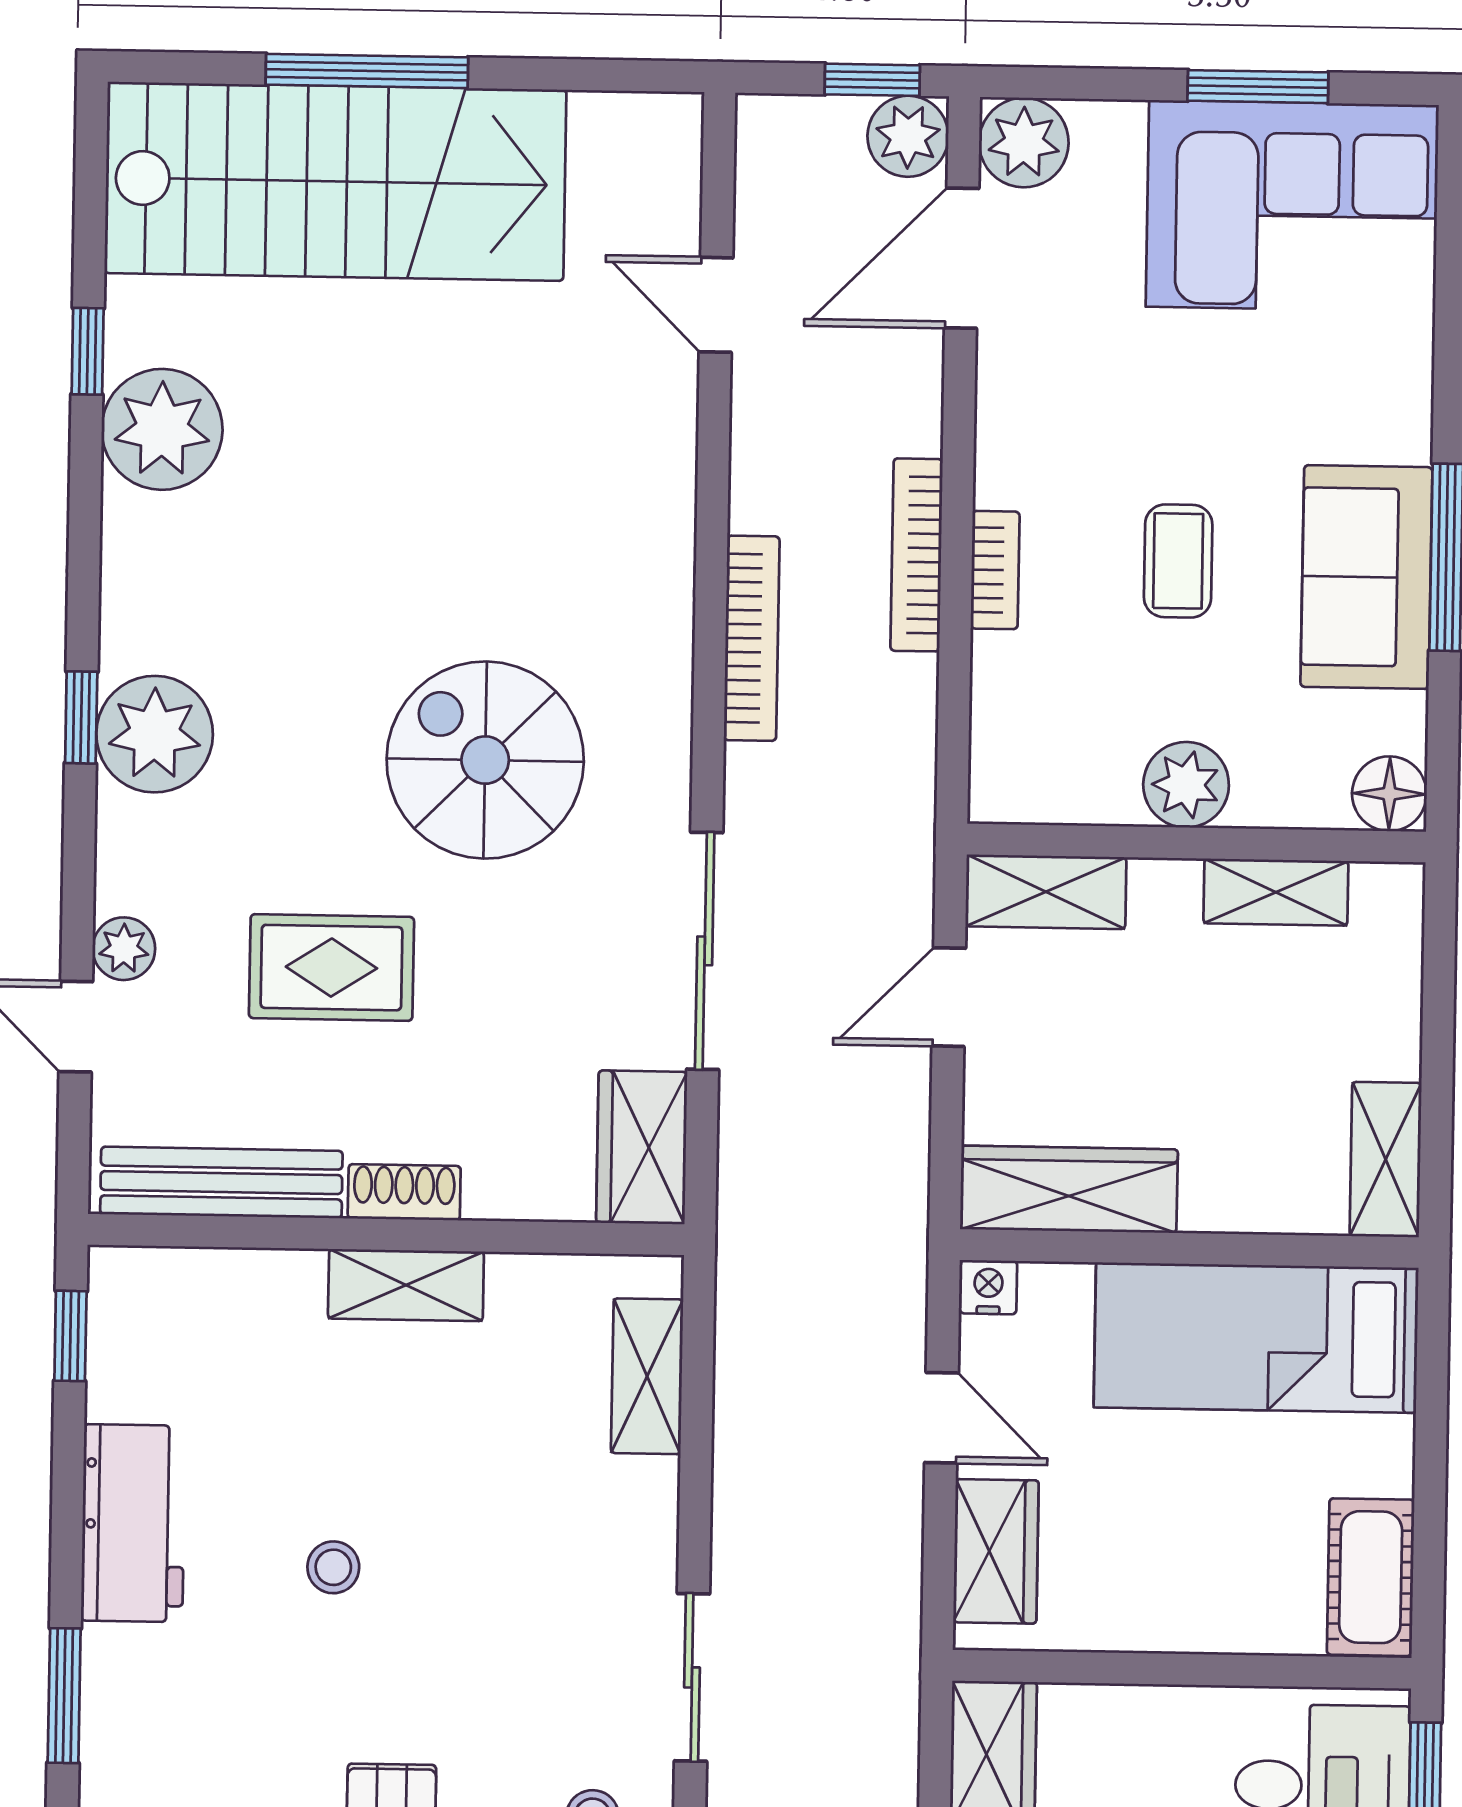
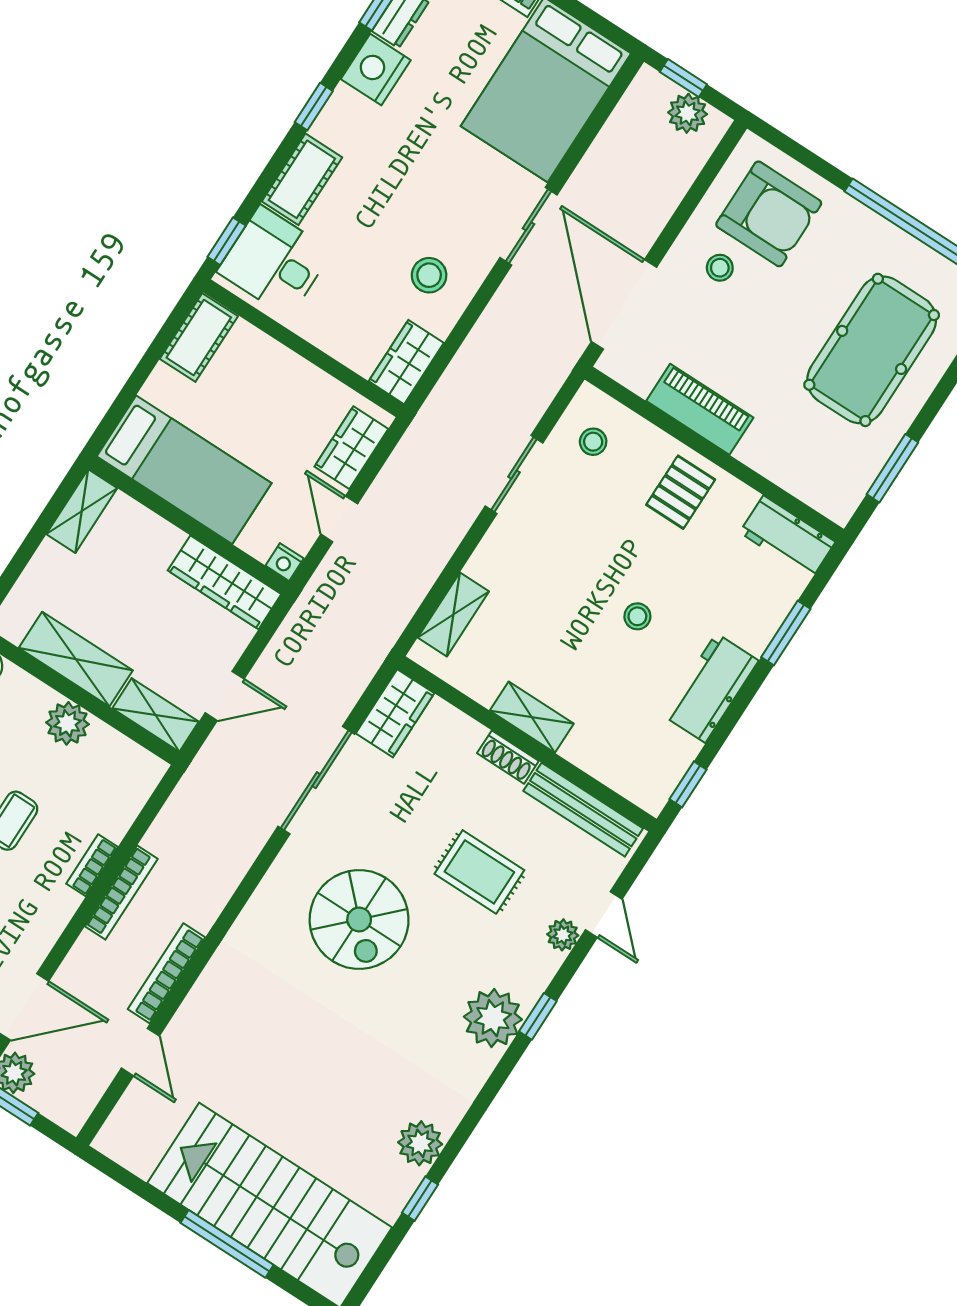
plant: (162, 429) -> (420, 1143), width x0.73, depth x0.73
bookcase: (752, 638) -> (167, 973), moved
window: (81, 717) -> (538, 1016), moved
shelving: (1276, 892) -> (76, 659), width x1.50, depth x1.33

